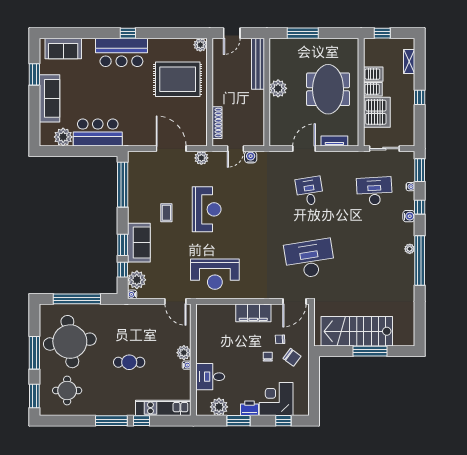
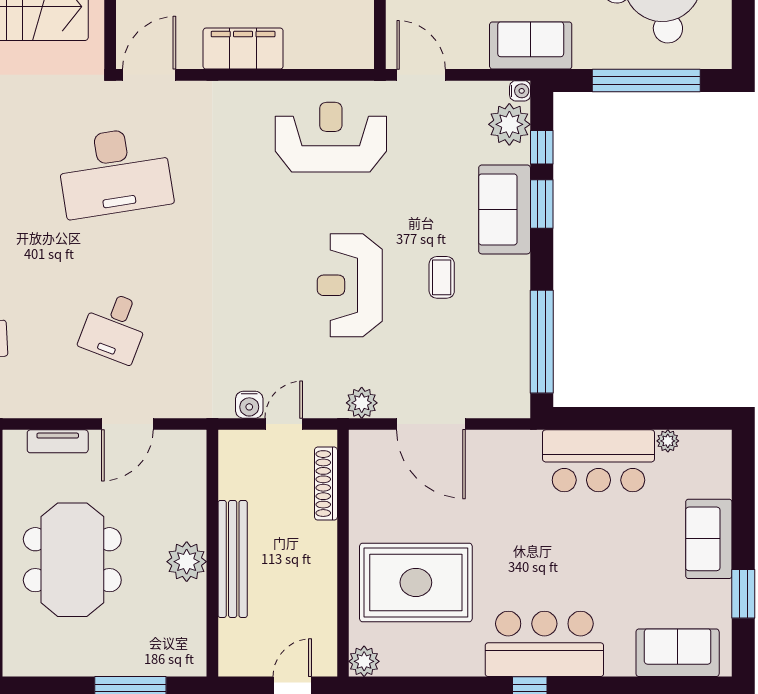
bench: (258, 64) -> (233, 559), moved
sofa: (49, 98) -> (709, 539), width x0.73
plant: (63, 137) -> (668, 441), width x0.53, depth x0.53
desk: (310, 191) -> (115, 327), turned 30
sofa: (127, 314) -> (531, 45), added

